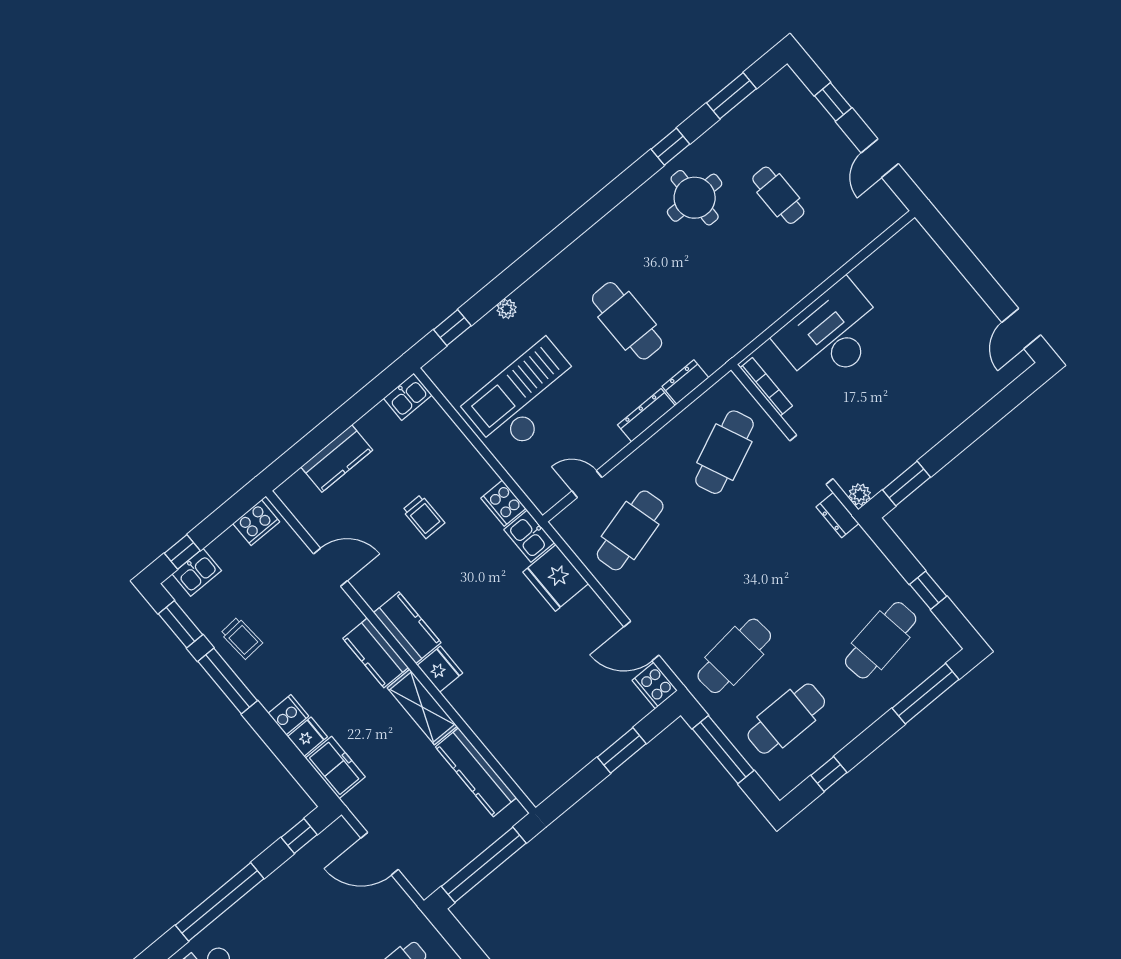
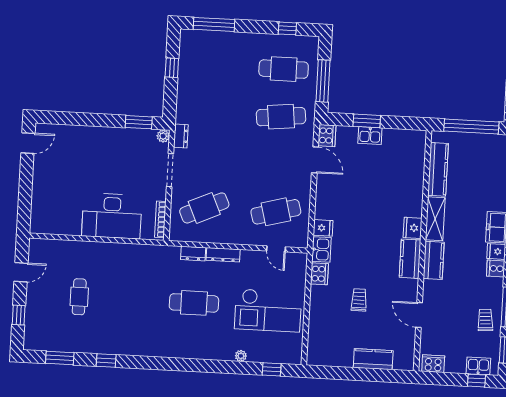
round table: (695, 198) -> (116, 329), removed
cafe table: (627, 321) -> (194, 303), turned 90
kitchen sink: (408, 397) -> (370, 136), moved, turned 180
fridge: (556, 578) -> (323, 228), width x0.53, depth x0.75
cafe table: (881, 640) -> (212, 65), removed

